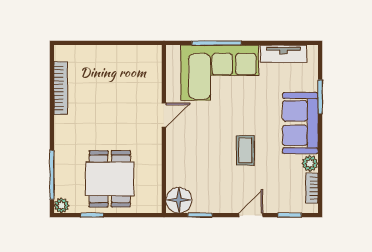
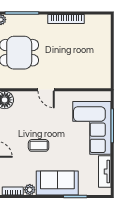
bookcase: (61, 88) -> (66, 19), moved
door: (164, 115) -> (46, 90), moved

